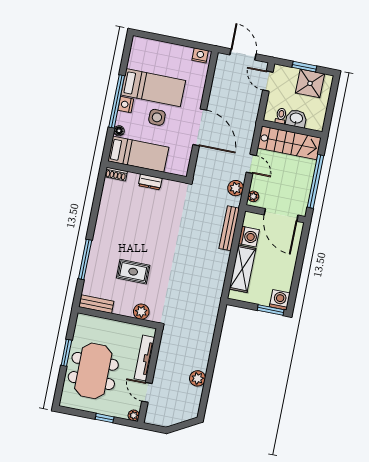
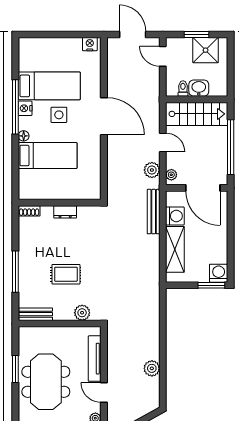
wall: (147, 172) -> (60, 203), moved
shoe rack: (116, 174) -> (29, 211), moved
dresser: (150, 182) -> (65, 212), moved

